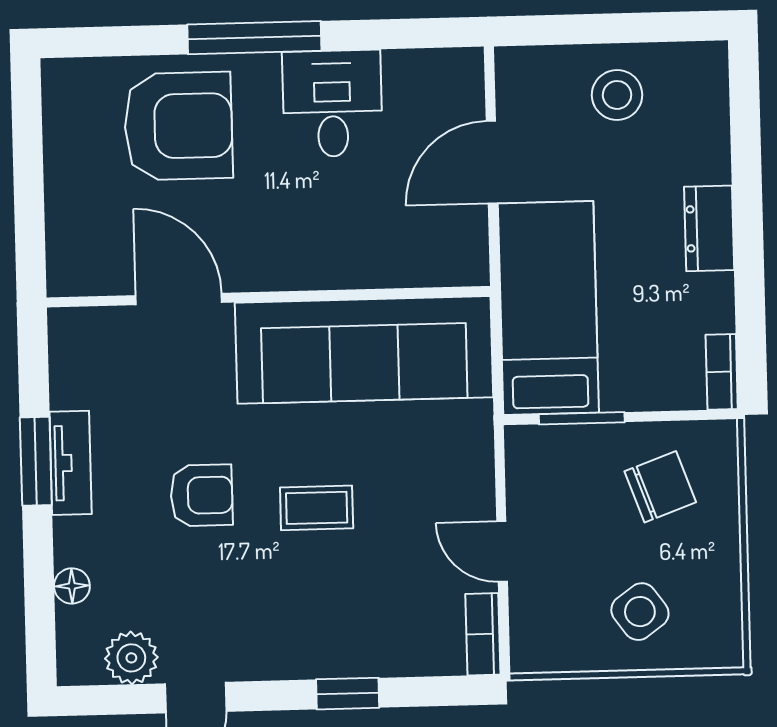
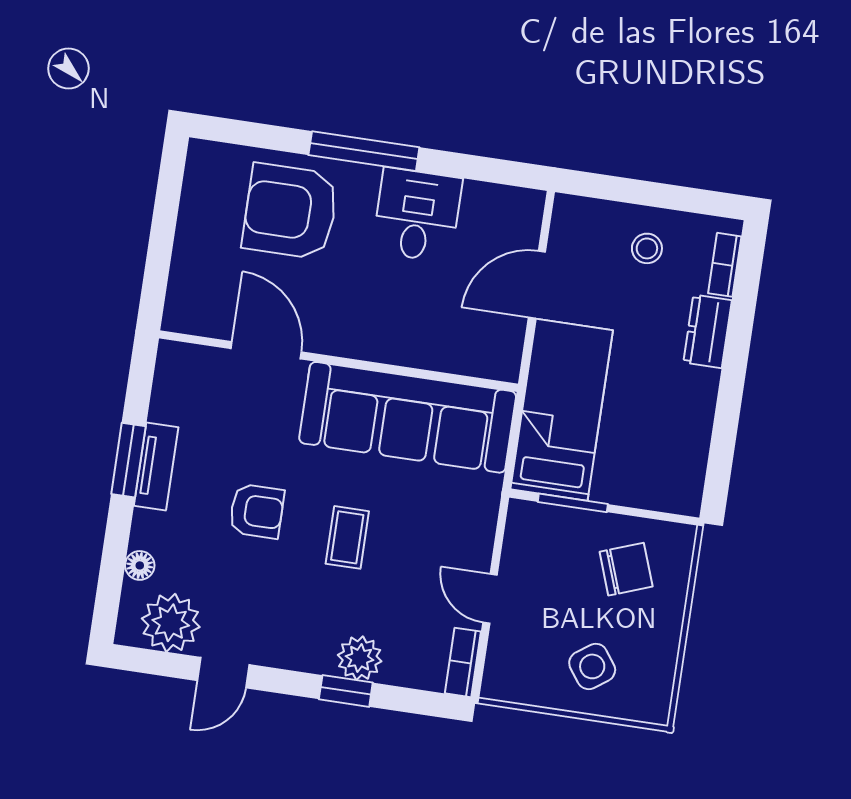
stool: (617, 95) -> (647, 248), width x0.73, depth x0.73
armchair: (178, 126) -> (290, 211), turned 180
dresser: (709, 228) -> (708, 331), moved
bookcase: (722, 372) -> (725, 265), moved
coffee table: (317, 508) -> (347, 537), turned 90
plant: (357, 651) -> (360, 658), added
plant: (131, 658) -> (171, 623), width x1.36, depth x1.36

